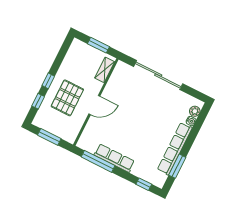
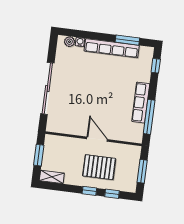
shelving: (105, 70) -> (52, 177), moved

